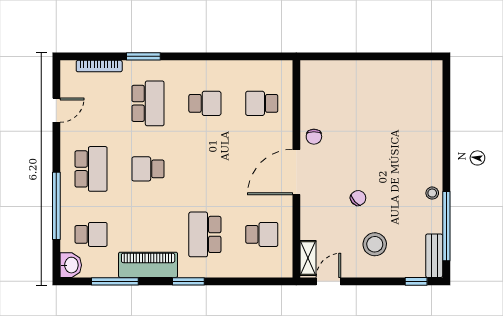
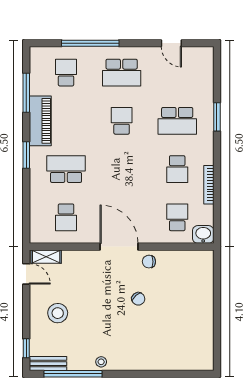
bookcase: (99, 66) -> (209, 185), moved
chair: (358, 198) -> (138, 299), moved
school desk: (91, 234) -> (66, 73), turned 180
washbasin: (71, 265) -> (203, 234), moved, turned 180

